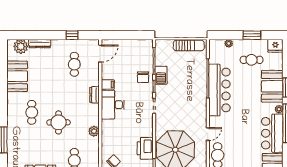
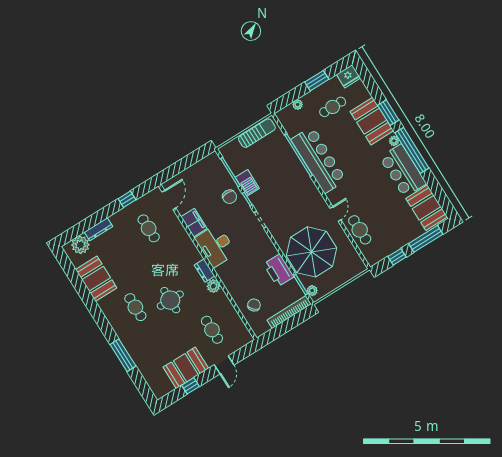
filing cabinet: (108, 84) -> (194, 223), width x2.00
dresser: (95, 95) -> (205, 270), moved

